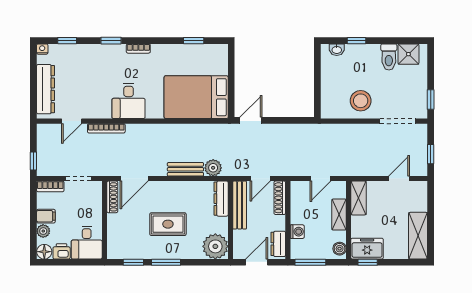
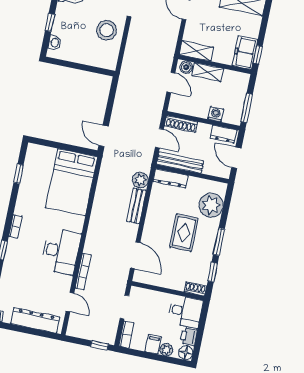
desk: (129, 101) -> (61, 251), width x1.37
shoe rack: (112, 197) -> (195, 289), moved, width x0.70
plant: (215, 246) -> (211, 205), moved
boiler: (340, 249) -> (186, 67), moved

